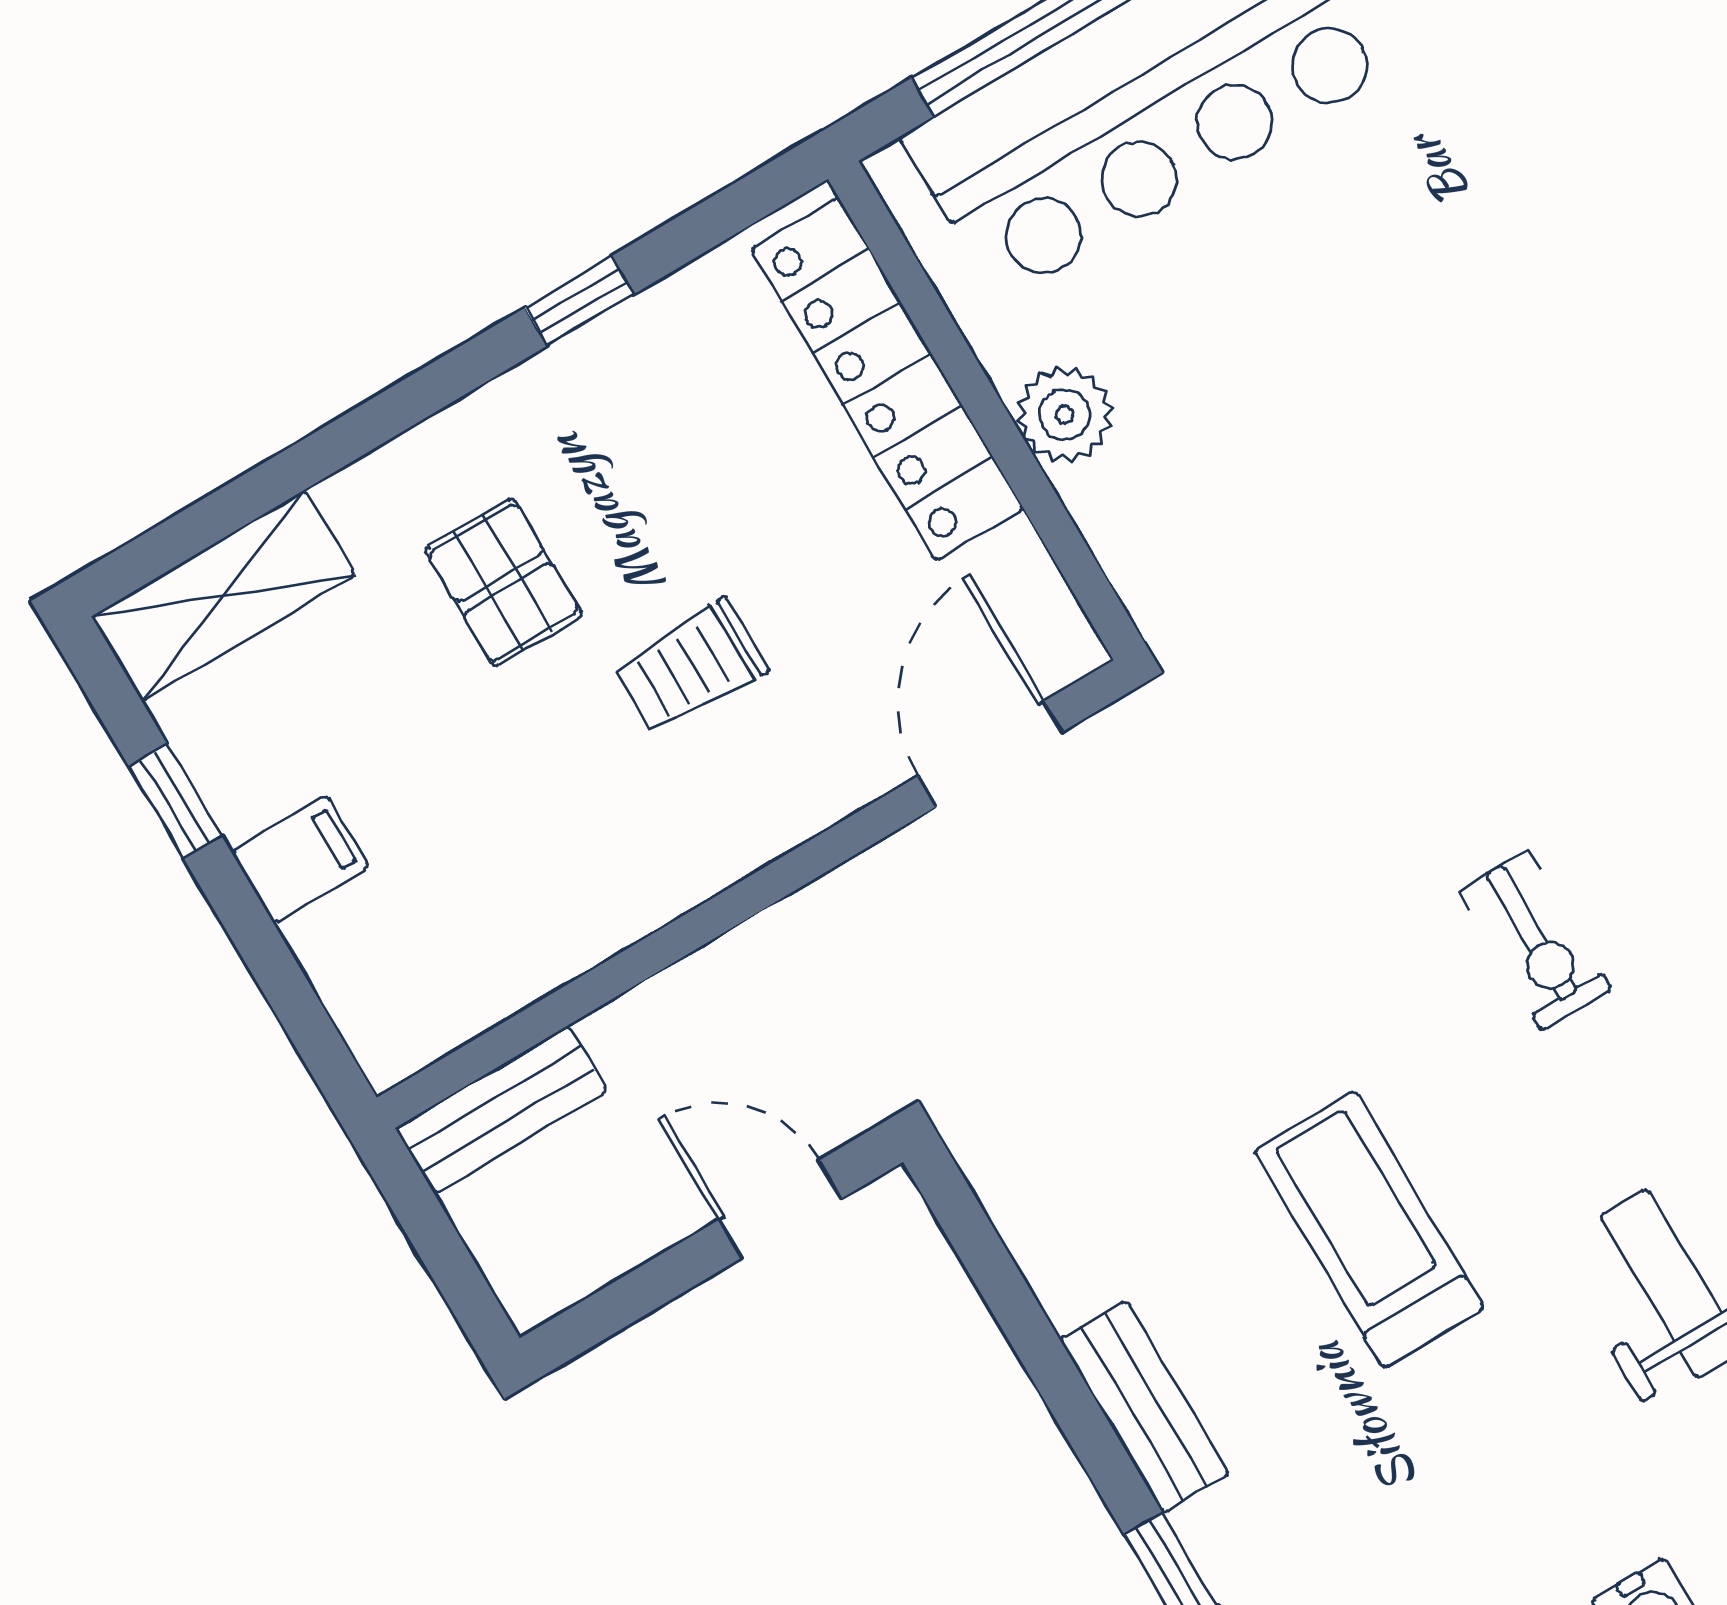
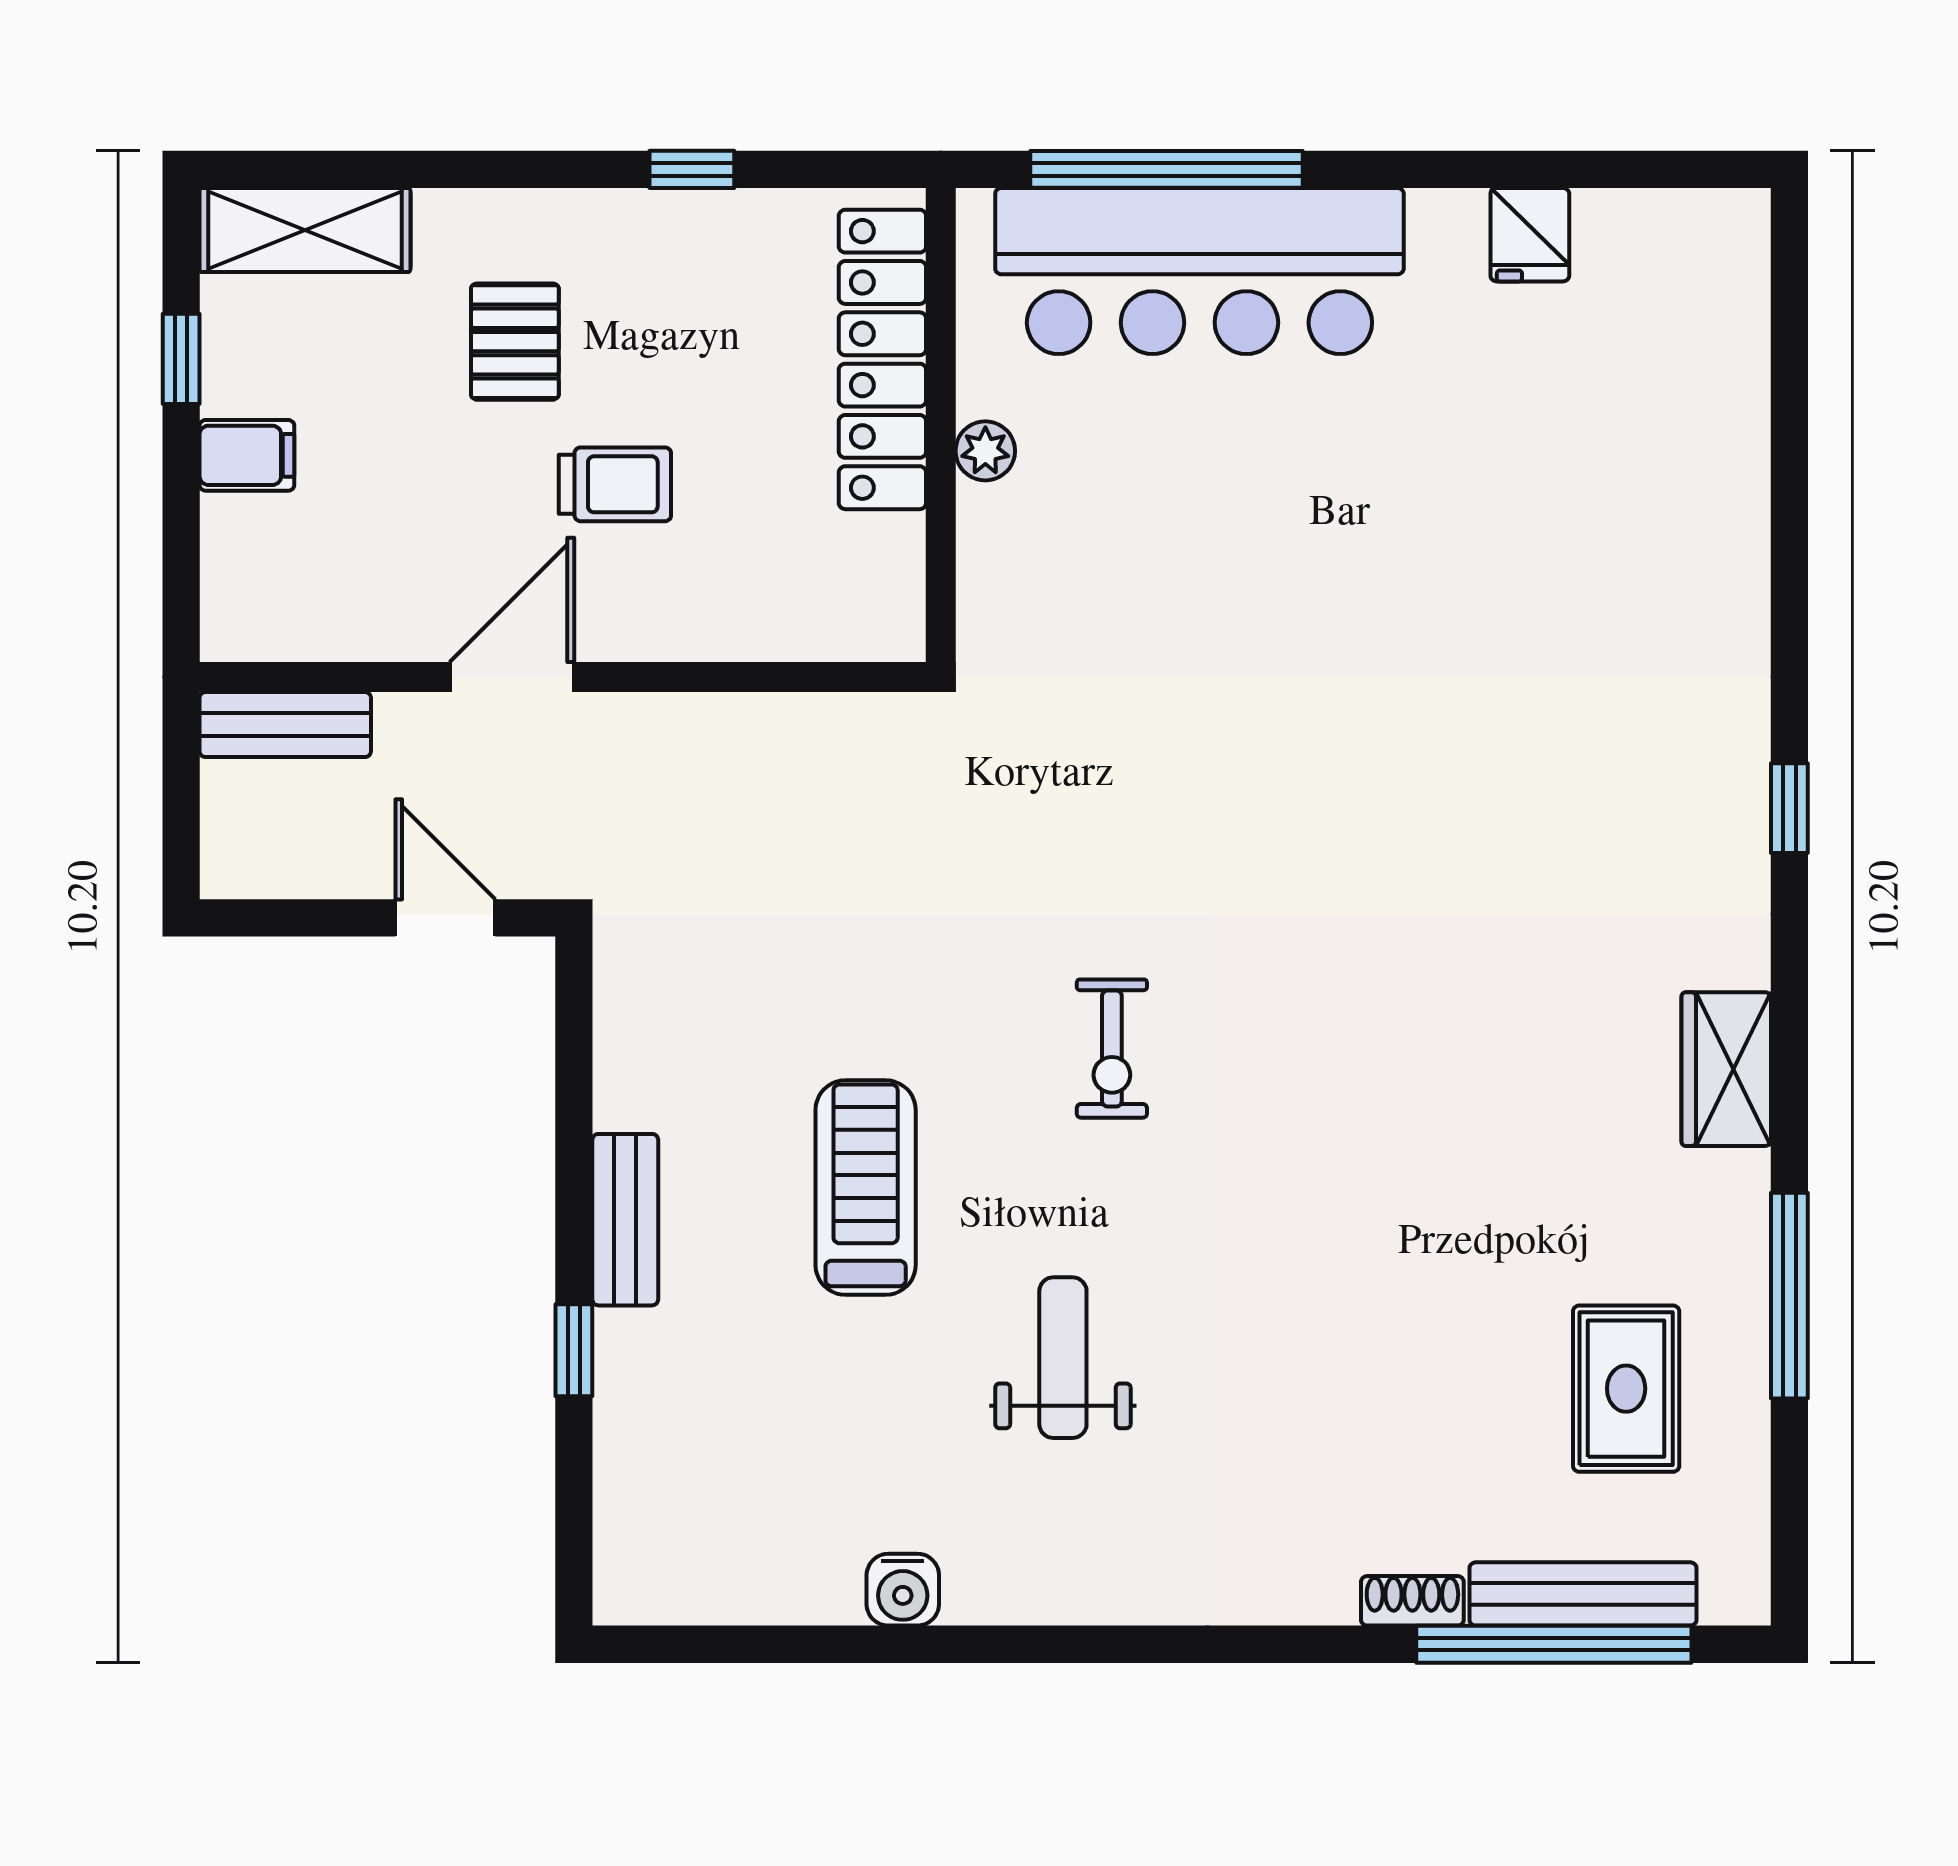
plant: (1065, 415) -> (985, 451), width x0.73, depth x0.73
trolley: (691, 667) -> (615, 484), turned 180
door: (990, 754) -> (512, 677), moved

